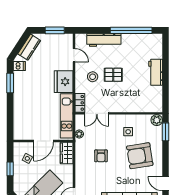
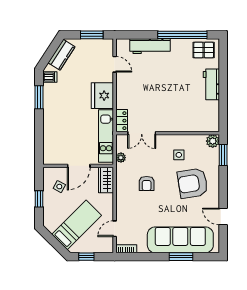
pallet: (113, 75) -> (204, 50), moved
stool: (93, 77) -> (137, 90), removed

